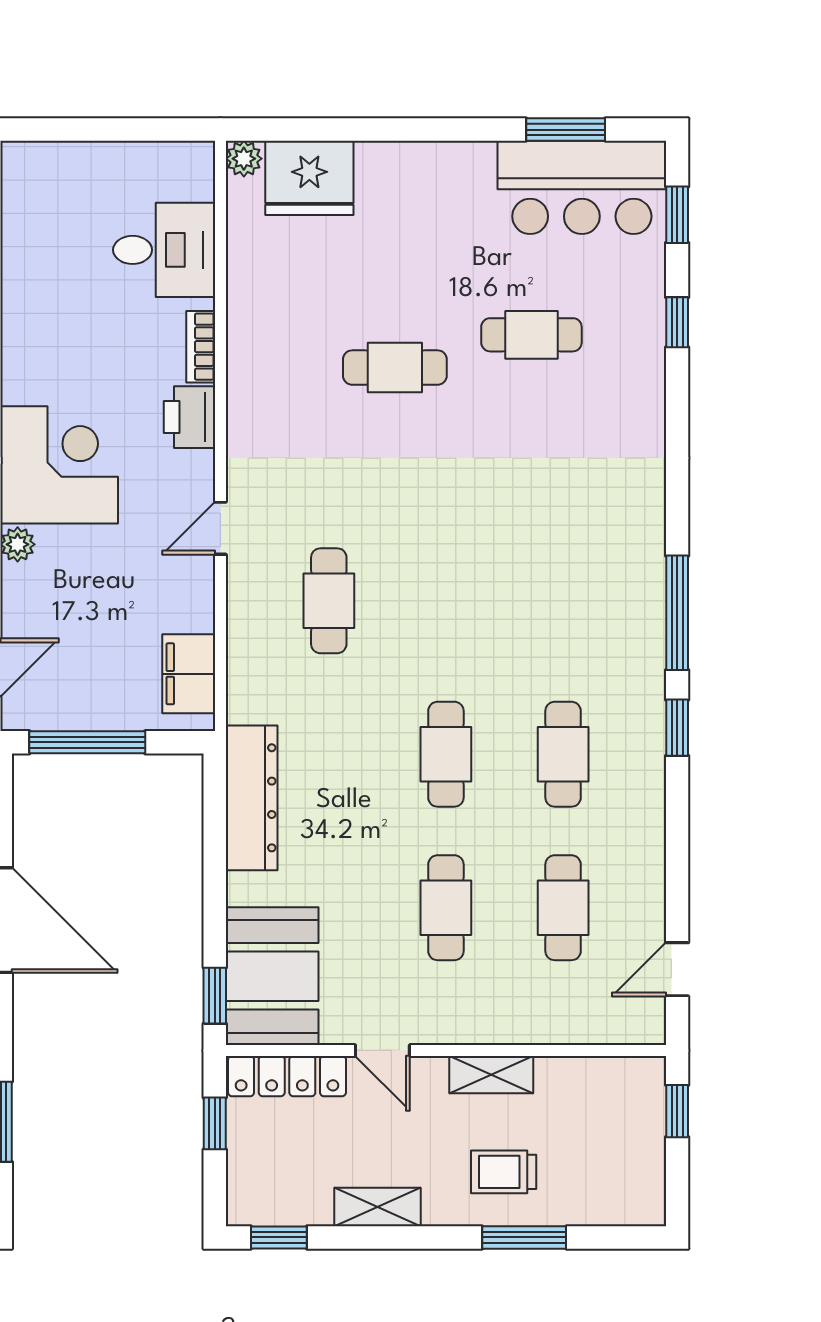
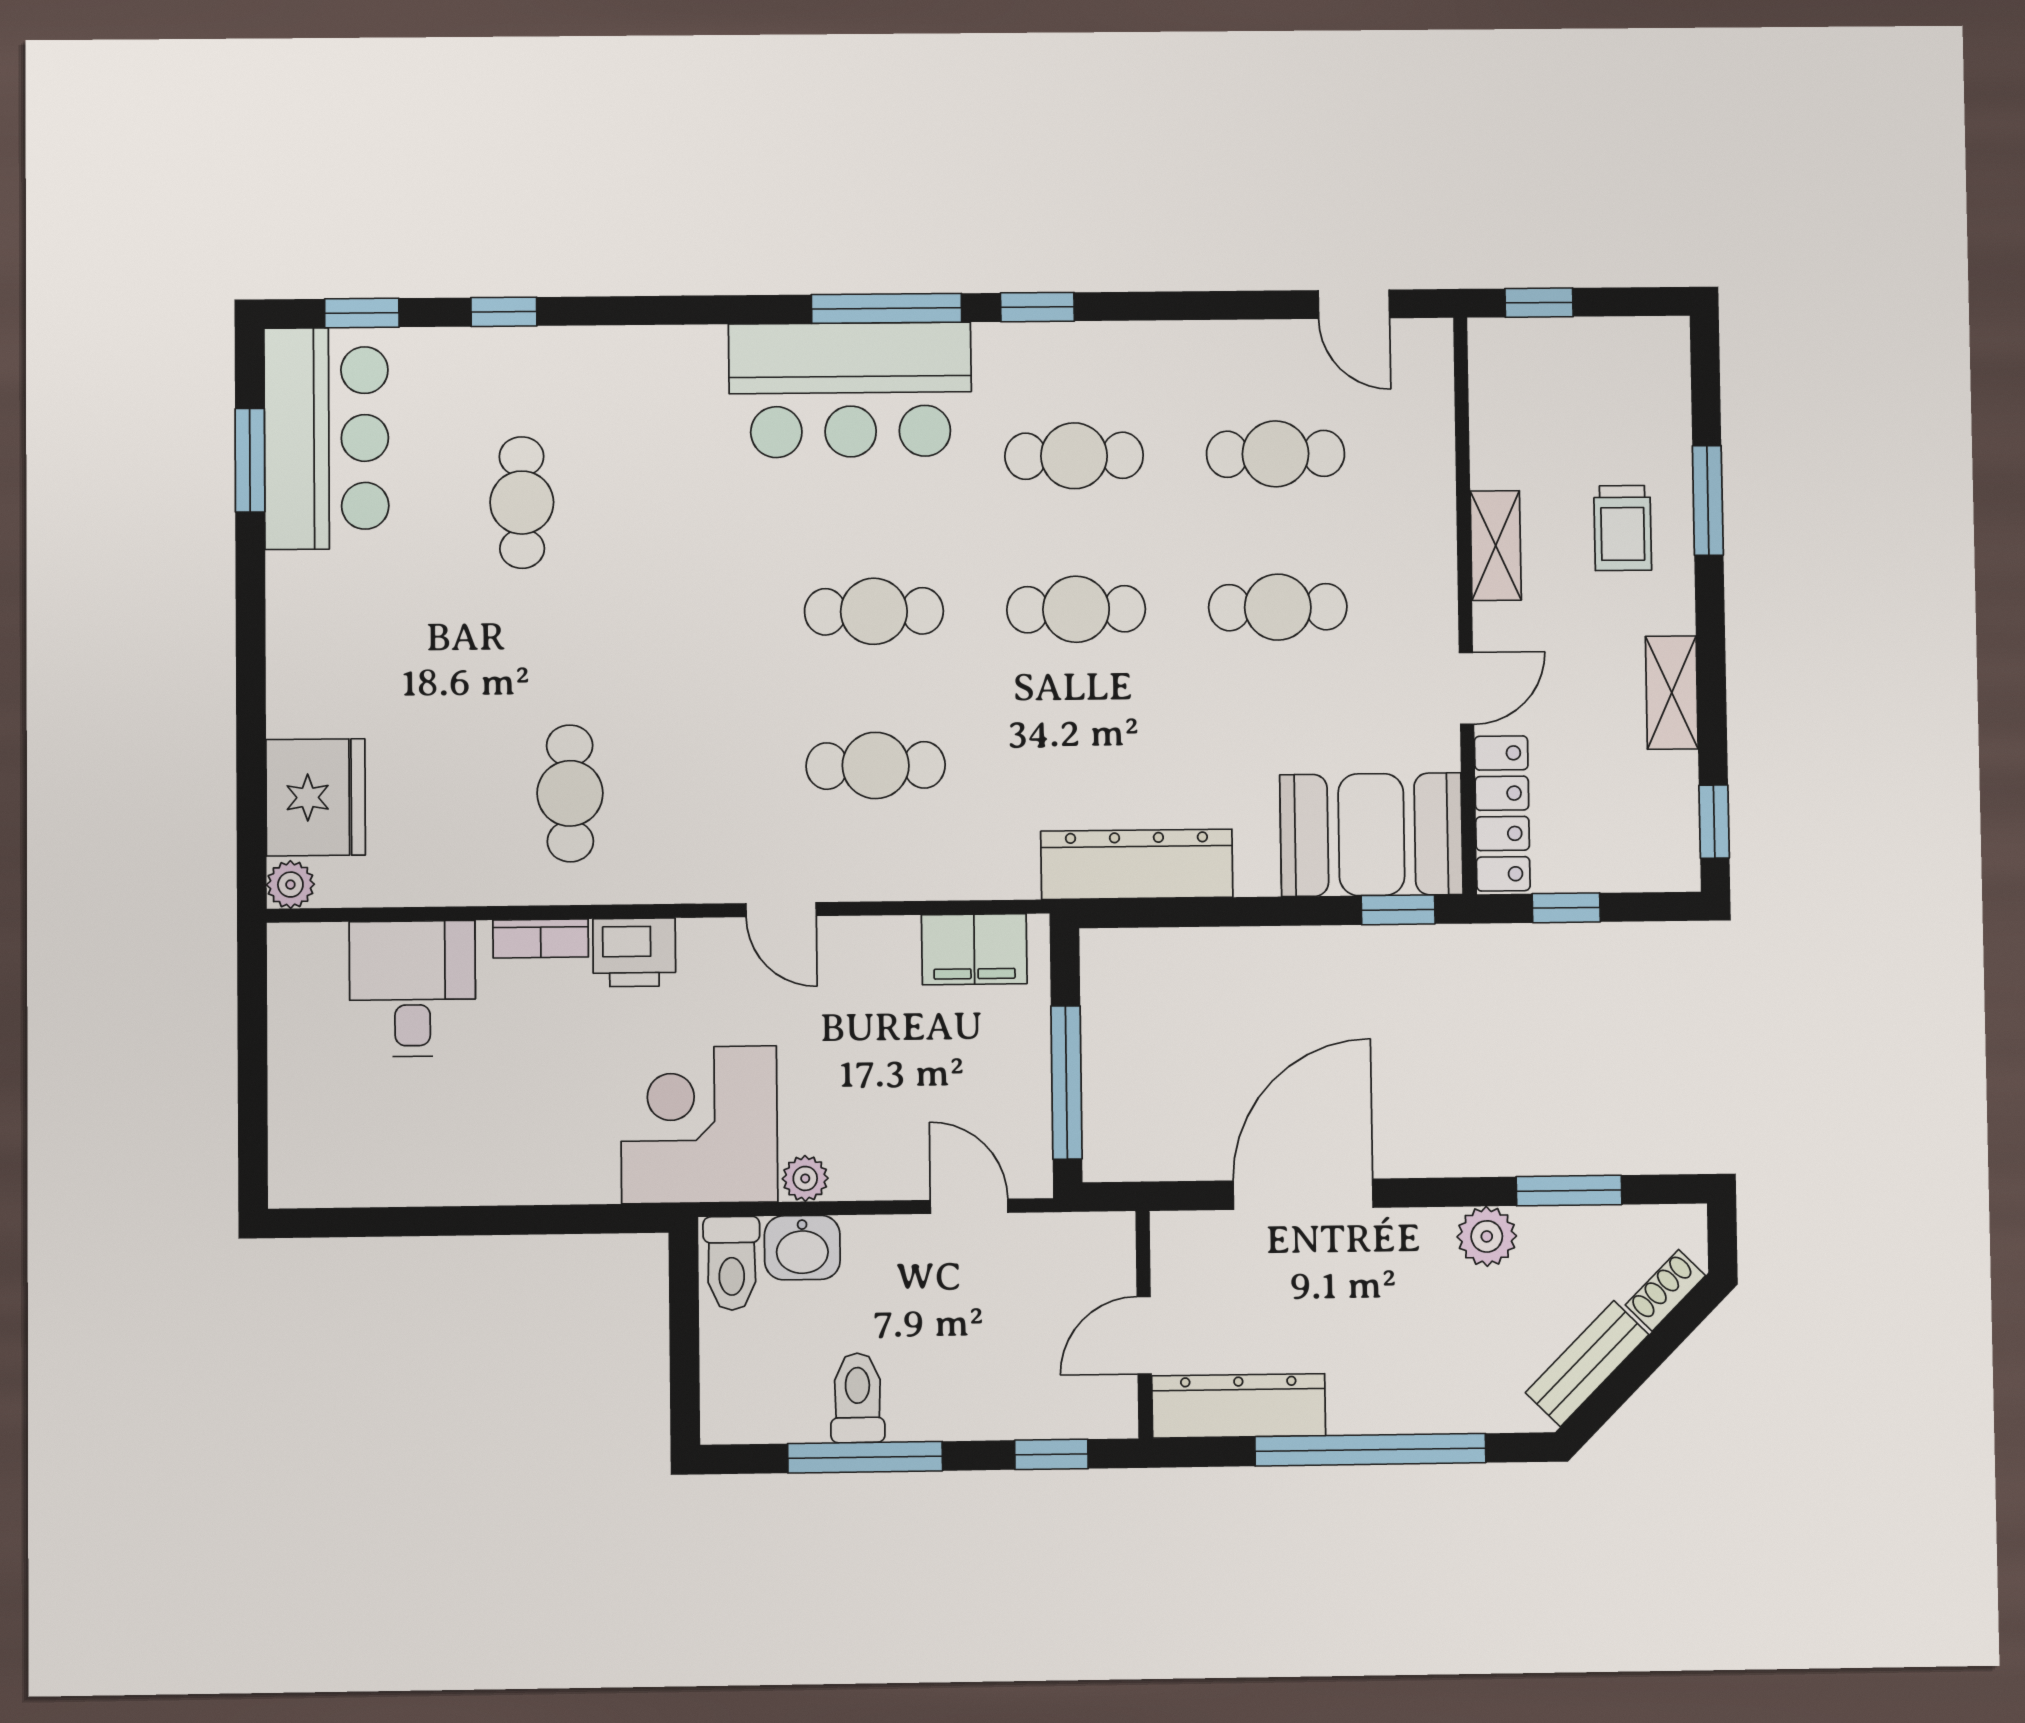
cafe table: (395, 368) -> (570, 793), moved
bar counter: (615, 585) -> (850, 390), added
cafe table: (446, 601) -> (874, 611), added

